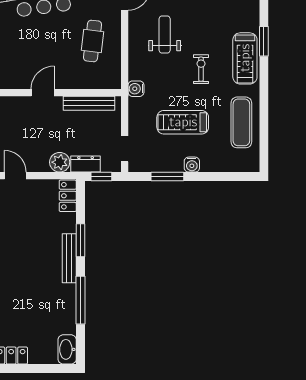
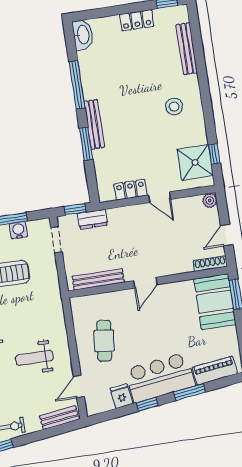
weight bench: (165, 34) -> (34, 358), turned 90
water cooler: (136, 89) -> (18, 230), moved, turned -90
plant: (60, 162) -> (118, 217), removed
locker: (68, 196) -> (130, 190), moved, turned -90

